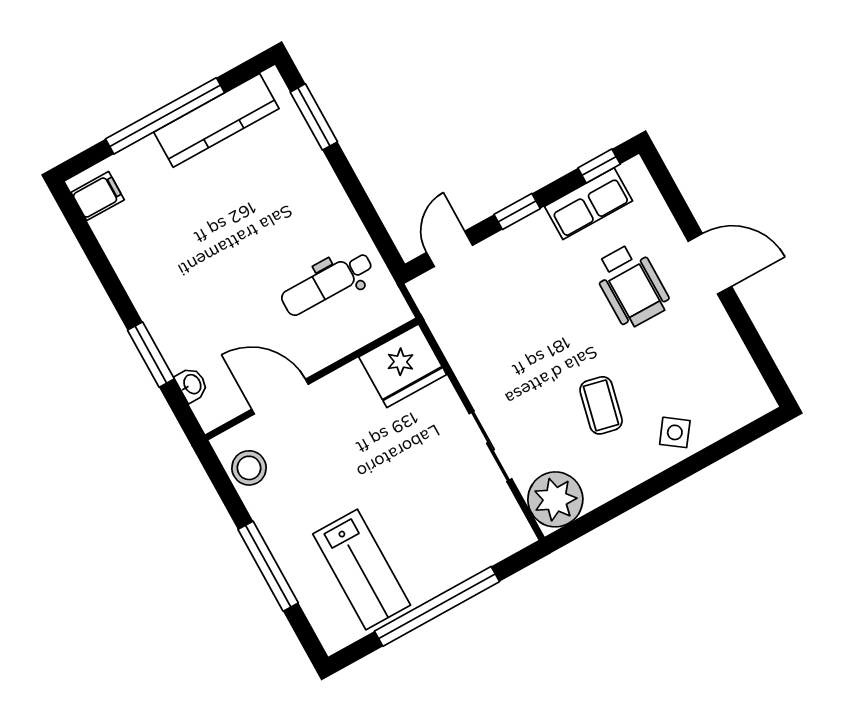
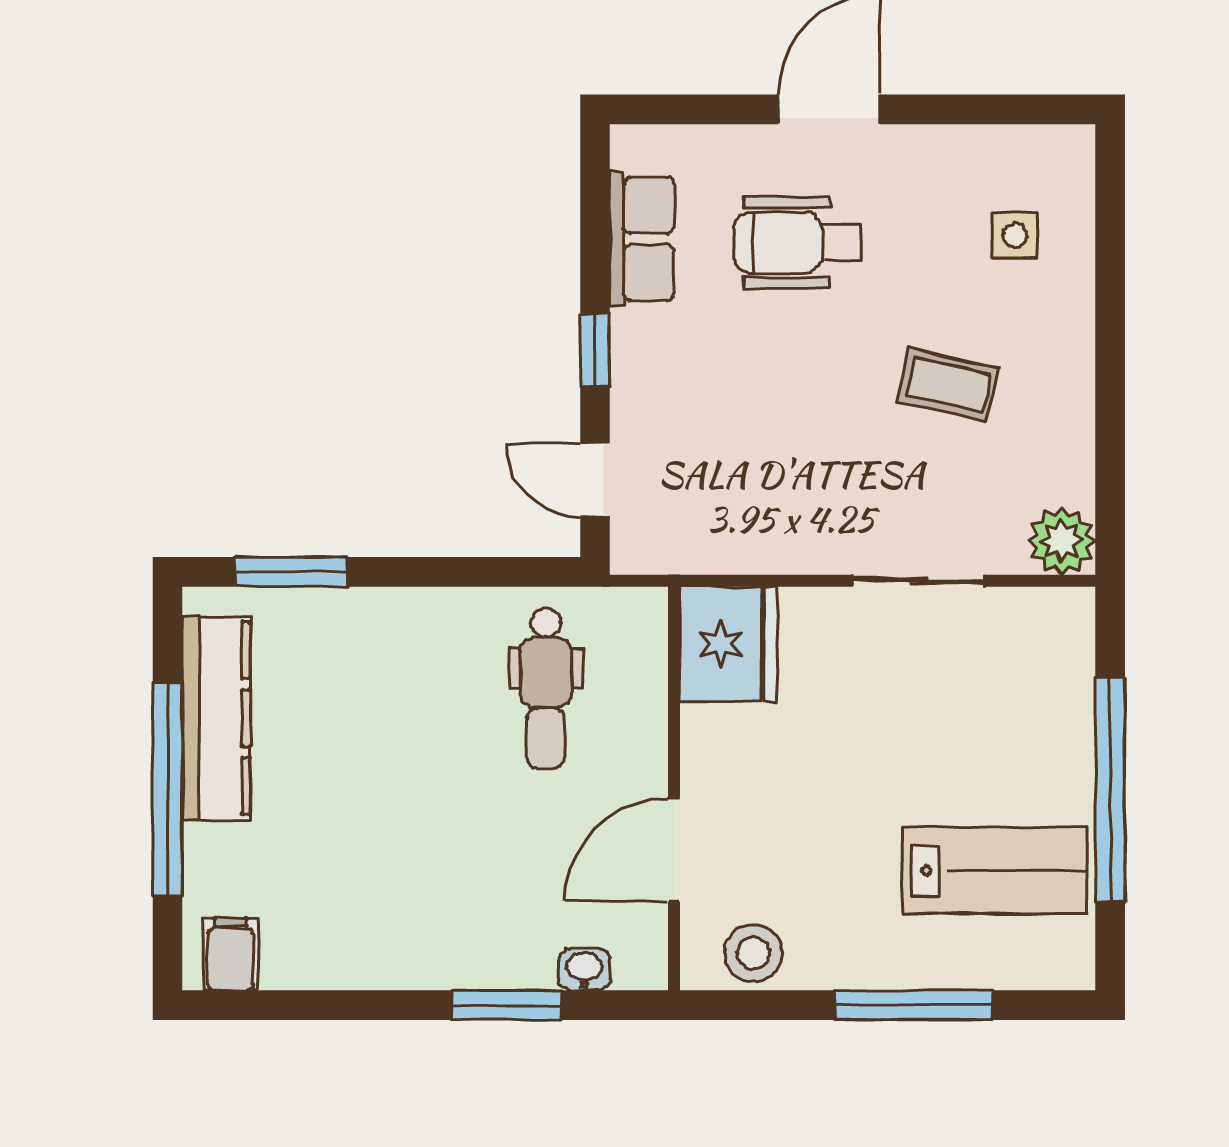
window: (599, 166) -> (595, 193), removed
wheelchair: (631, 286) -> (797, 243), turned 180
side table: (675, 432) -> (1015, 235), moved, turned -36
plant: (555, 499) -> (1062, 541), width x0.73, depth x0.73

